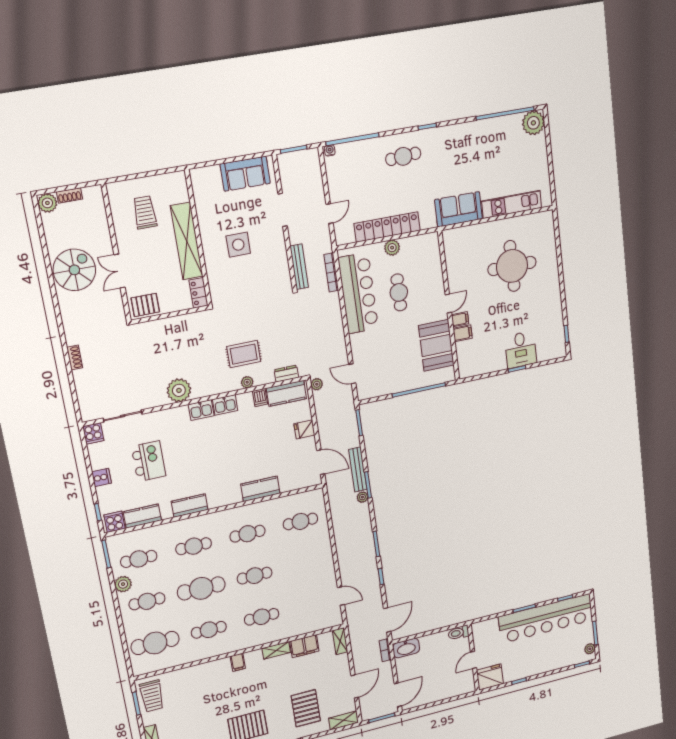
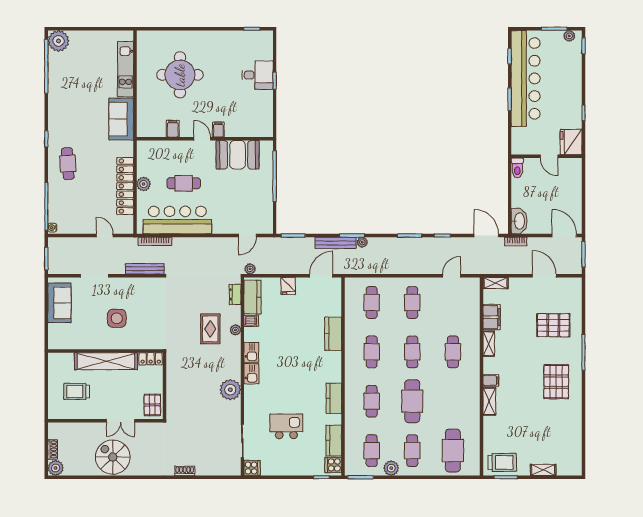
filing cabinet: (463, 333) -> (173, 129), moved
cooker: (102, 477) -> (292, 468), removed
cafe table: (209, 630) -> (412, 302), moved
shelving: (344, 720) -> (489, 401), moved

